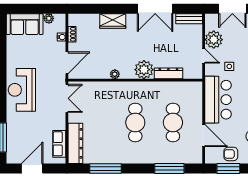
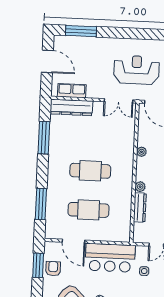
plant: (144, 70) -> (140, 187), width x0.53, depth x0.53
reception desk: (22, 90) -> (137, 70), moved
door: (204, 136) -> (73, 241), hinge flipped

